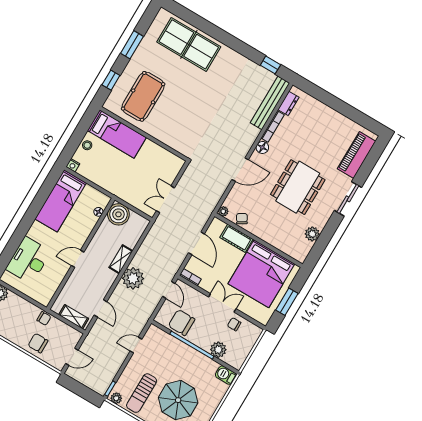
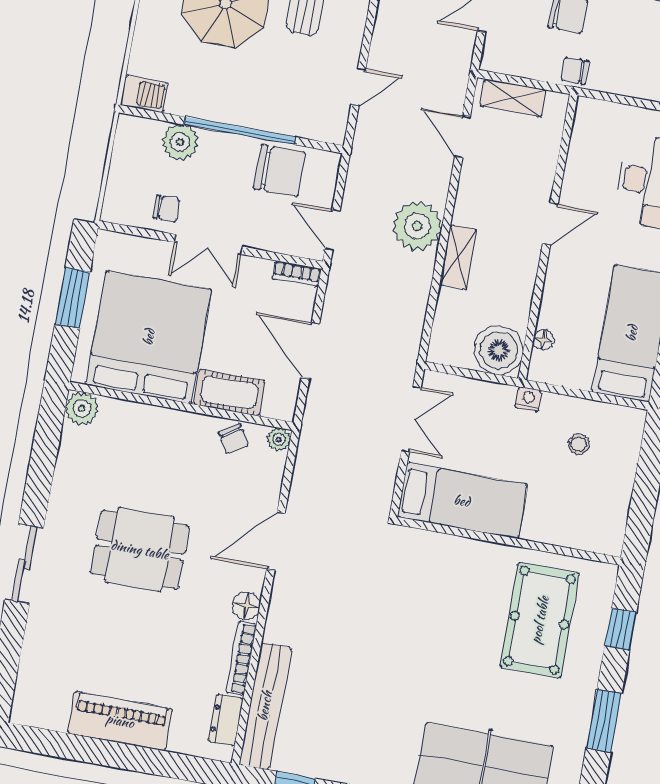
bed: (117, 134) -> (462, 501), moved, turned 180
stool: (87, 145) -> (579, 444), moved
piano: (357, 155) -> (120, 721), moved, turned -90
nightstand: (73, 165) -> (528, 399), moved
dining table: (298, 187) -> (140, 550), width x0.73
plant: (312, 234) -> (82, 409), moved

